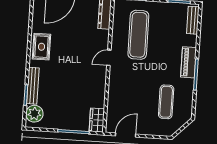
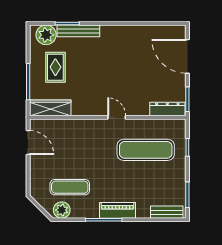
rug: (41, 47) -> (55, 67), moved, turned 90
plant: (185, 110) -> (62, 210), added
wardrobe: (97, 120) -> (50, 108), width x1.50

